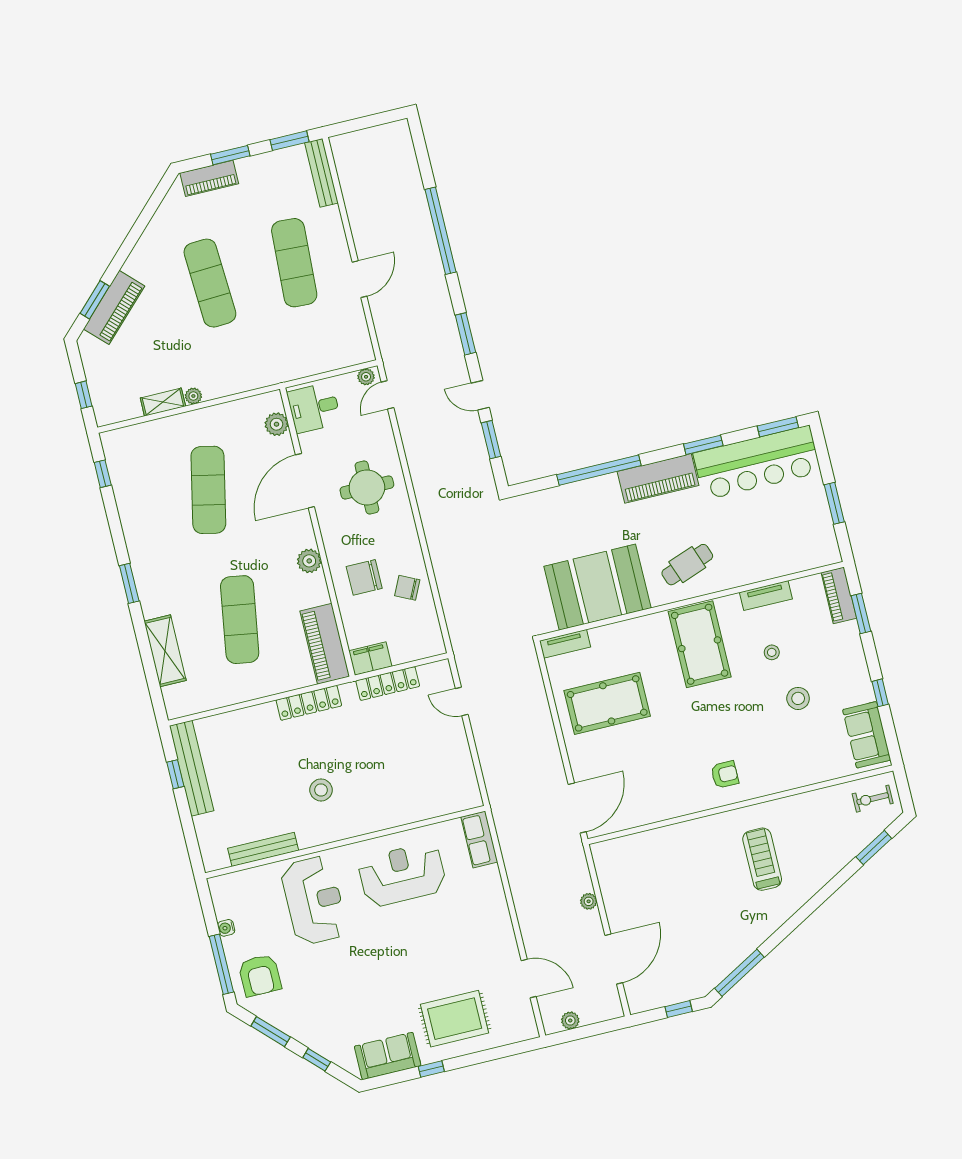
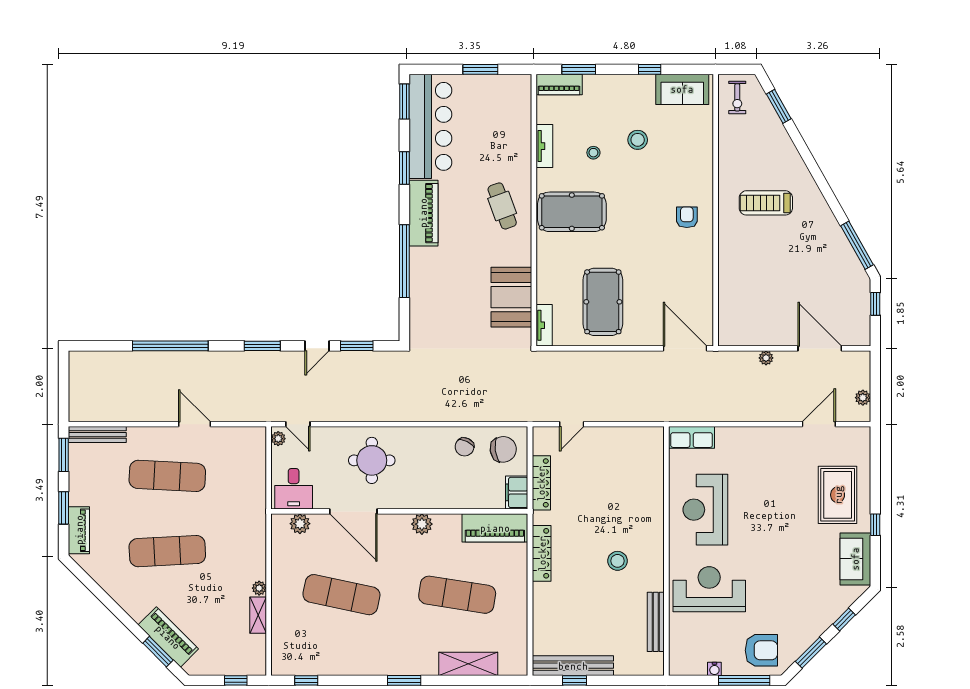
chair: (364, 577) -> (503, 449), moved, turned -98
booth: (597, 587) -> (511, 297), width x0.73, depth x0.70

